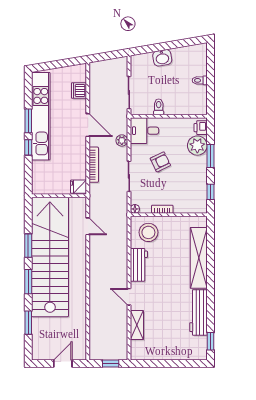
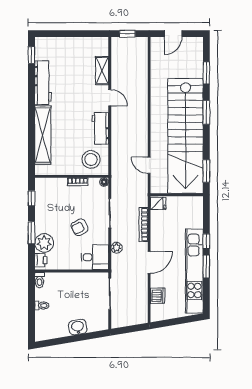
toilet: (159, 107) -> (39, 280), moved
door: (88, 125) -> (149, 262), swing flipped
window: (28, 246) -> (206, 171), moved

